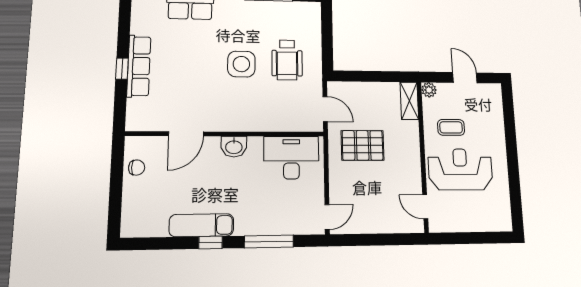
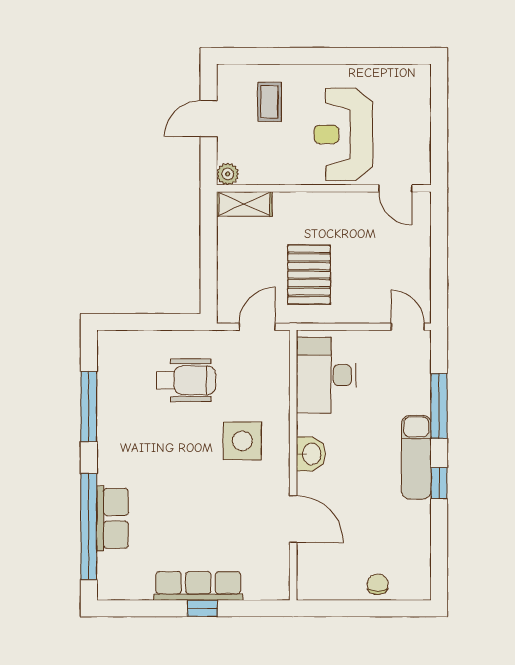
side table: (241, 64) -> (242, 441), moved
coffee table: (451, 127) -> (269, 102), moved
chair: (137, 168) -> (378, 584), moved
door: (425, 207) -> (395, 188), hinge flipped
exam couch: (201, 225) -> (416, 457), moved

